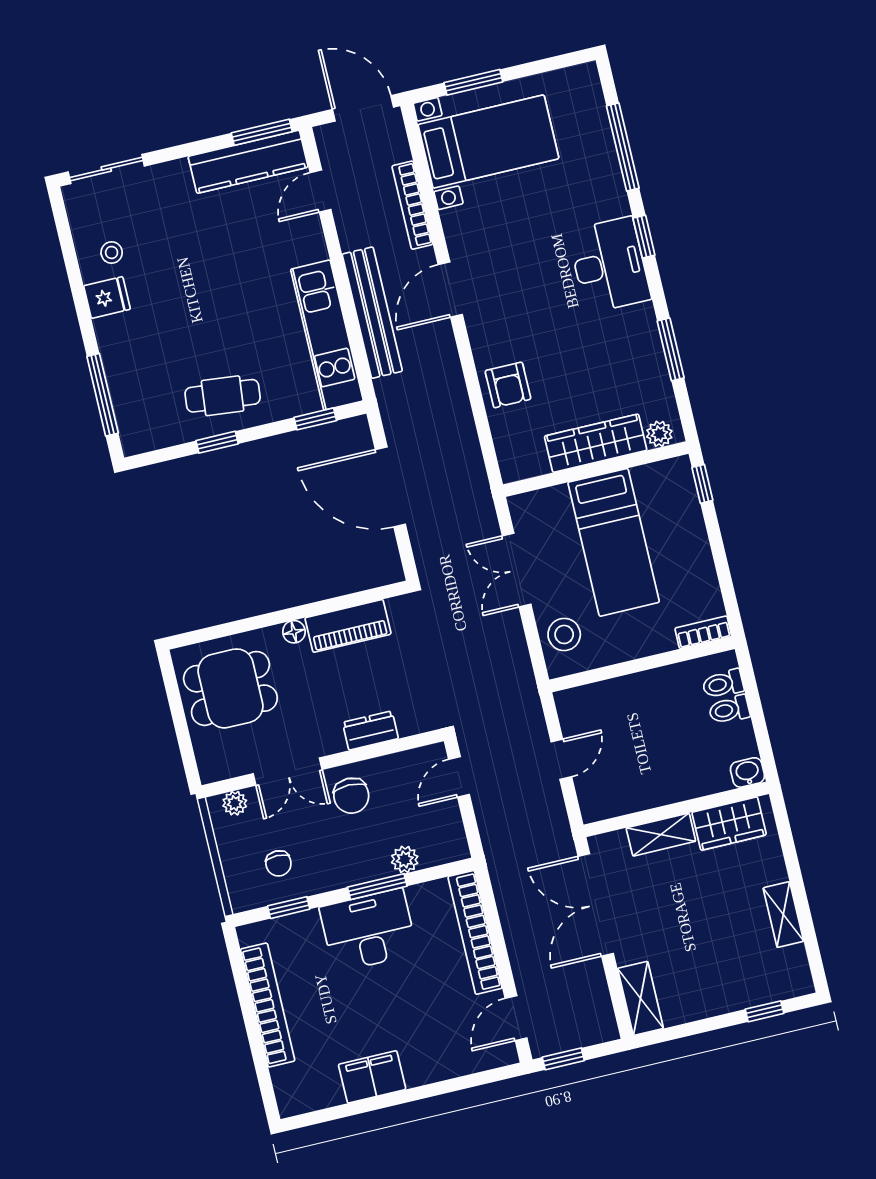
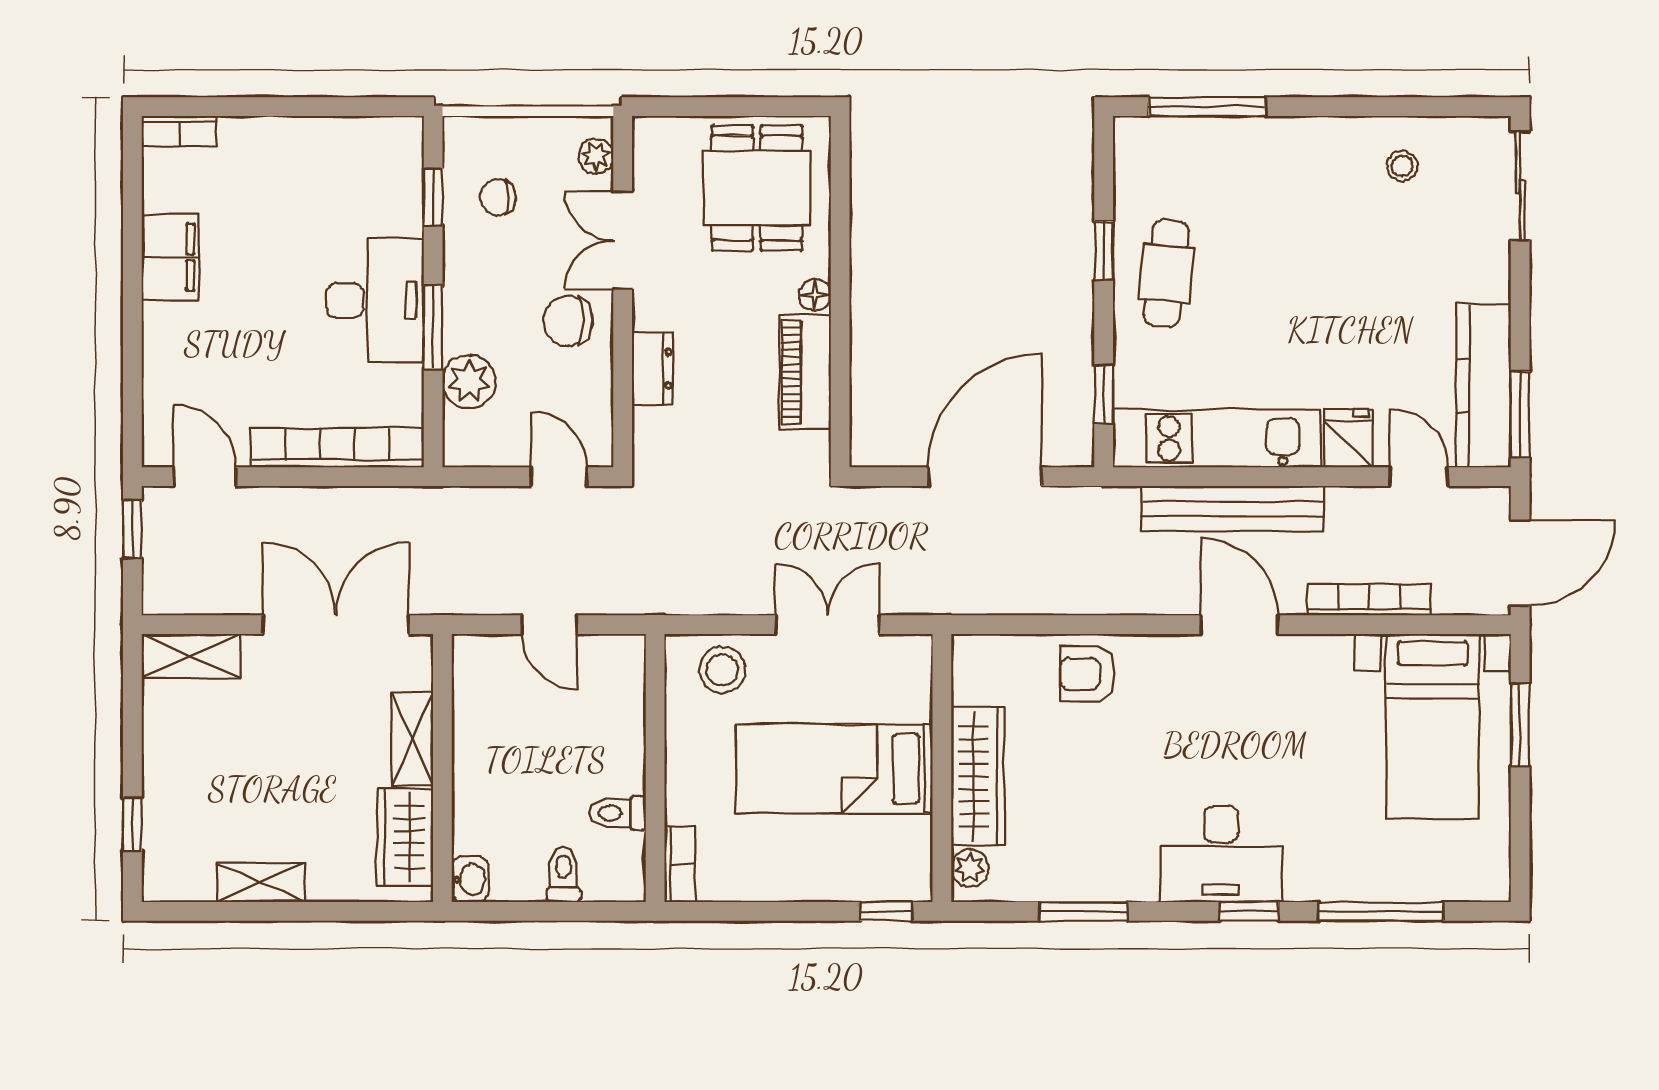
fridge: (107, 298) -> (1348, 439), moved, turned 180
toilet: (723, 684) -> (618, 813), moved, turned -90
plant: (405, 859) -> (469, 381), width x1.38, depth x1.38
bookcase: (268, 1005) -> (179, 131), moved, width x0.43, depth x0.76

